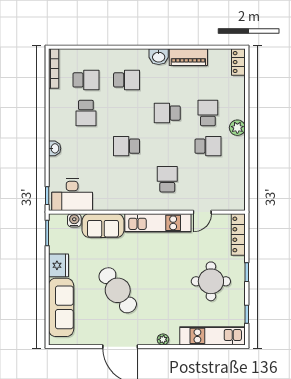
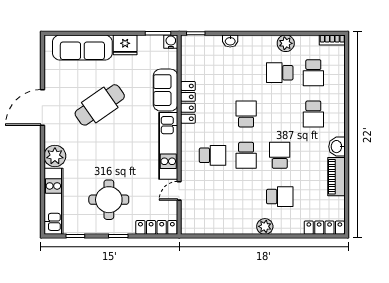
locker: (238, 62) -> (324, 228), width x1.53
bookcase: (54, 68) -> (332, 40), width x0.64
plant: (57, 107) -> (286, 43), added
school desk: (208, 146) -> (246, 155), moved
washbasin: (55, 148) -> (230, 41), moved
desk: (72, 195) -> (197, 59), removed
locker: (115, 203) -> (188, 102), added
door: (202, 212) -> (179, 191), hinge flipped
water cooler: (74, 220) -> (171, 42), moved, turned -90
plant: (163, 339) -> (55, 156), width x1.87, depth x1.87

